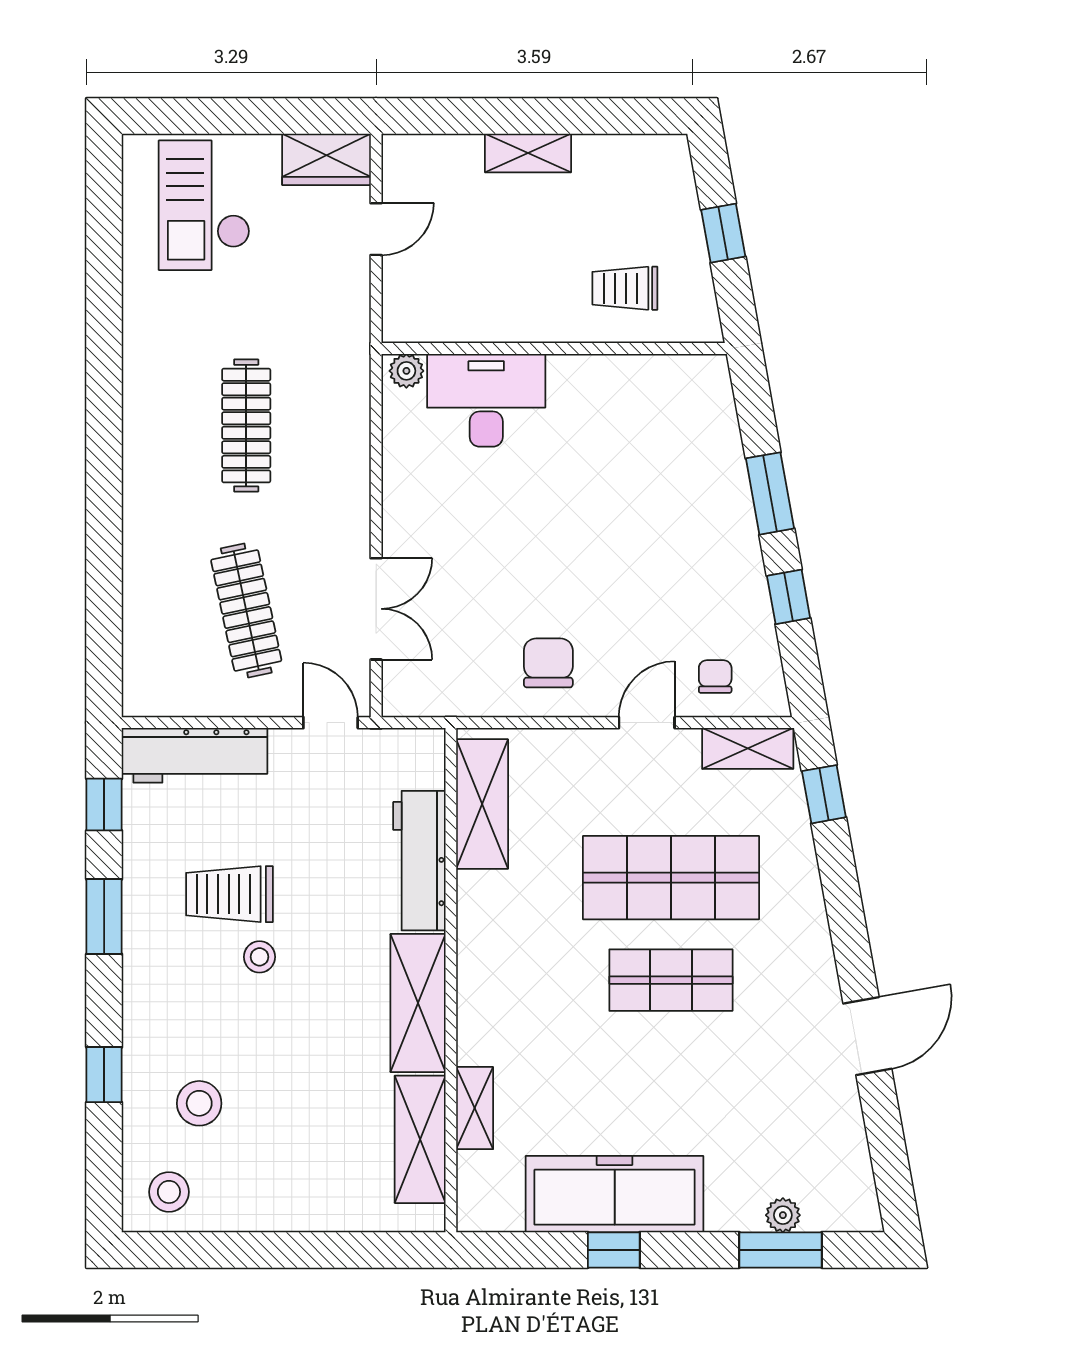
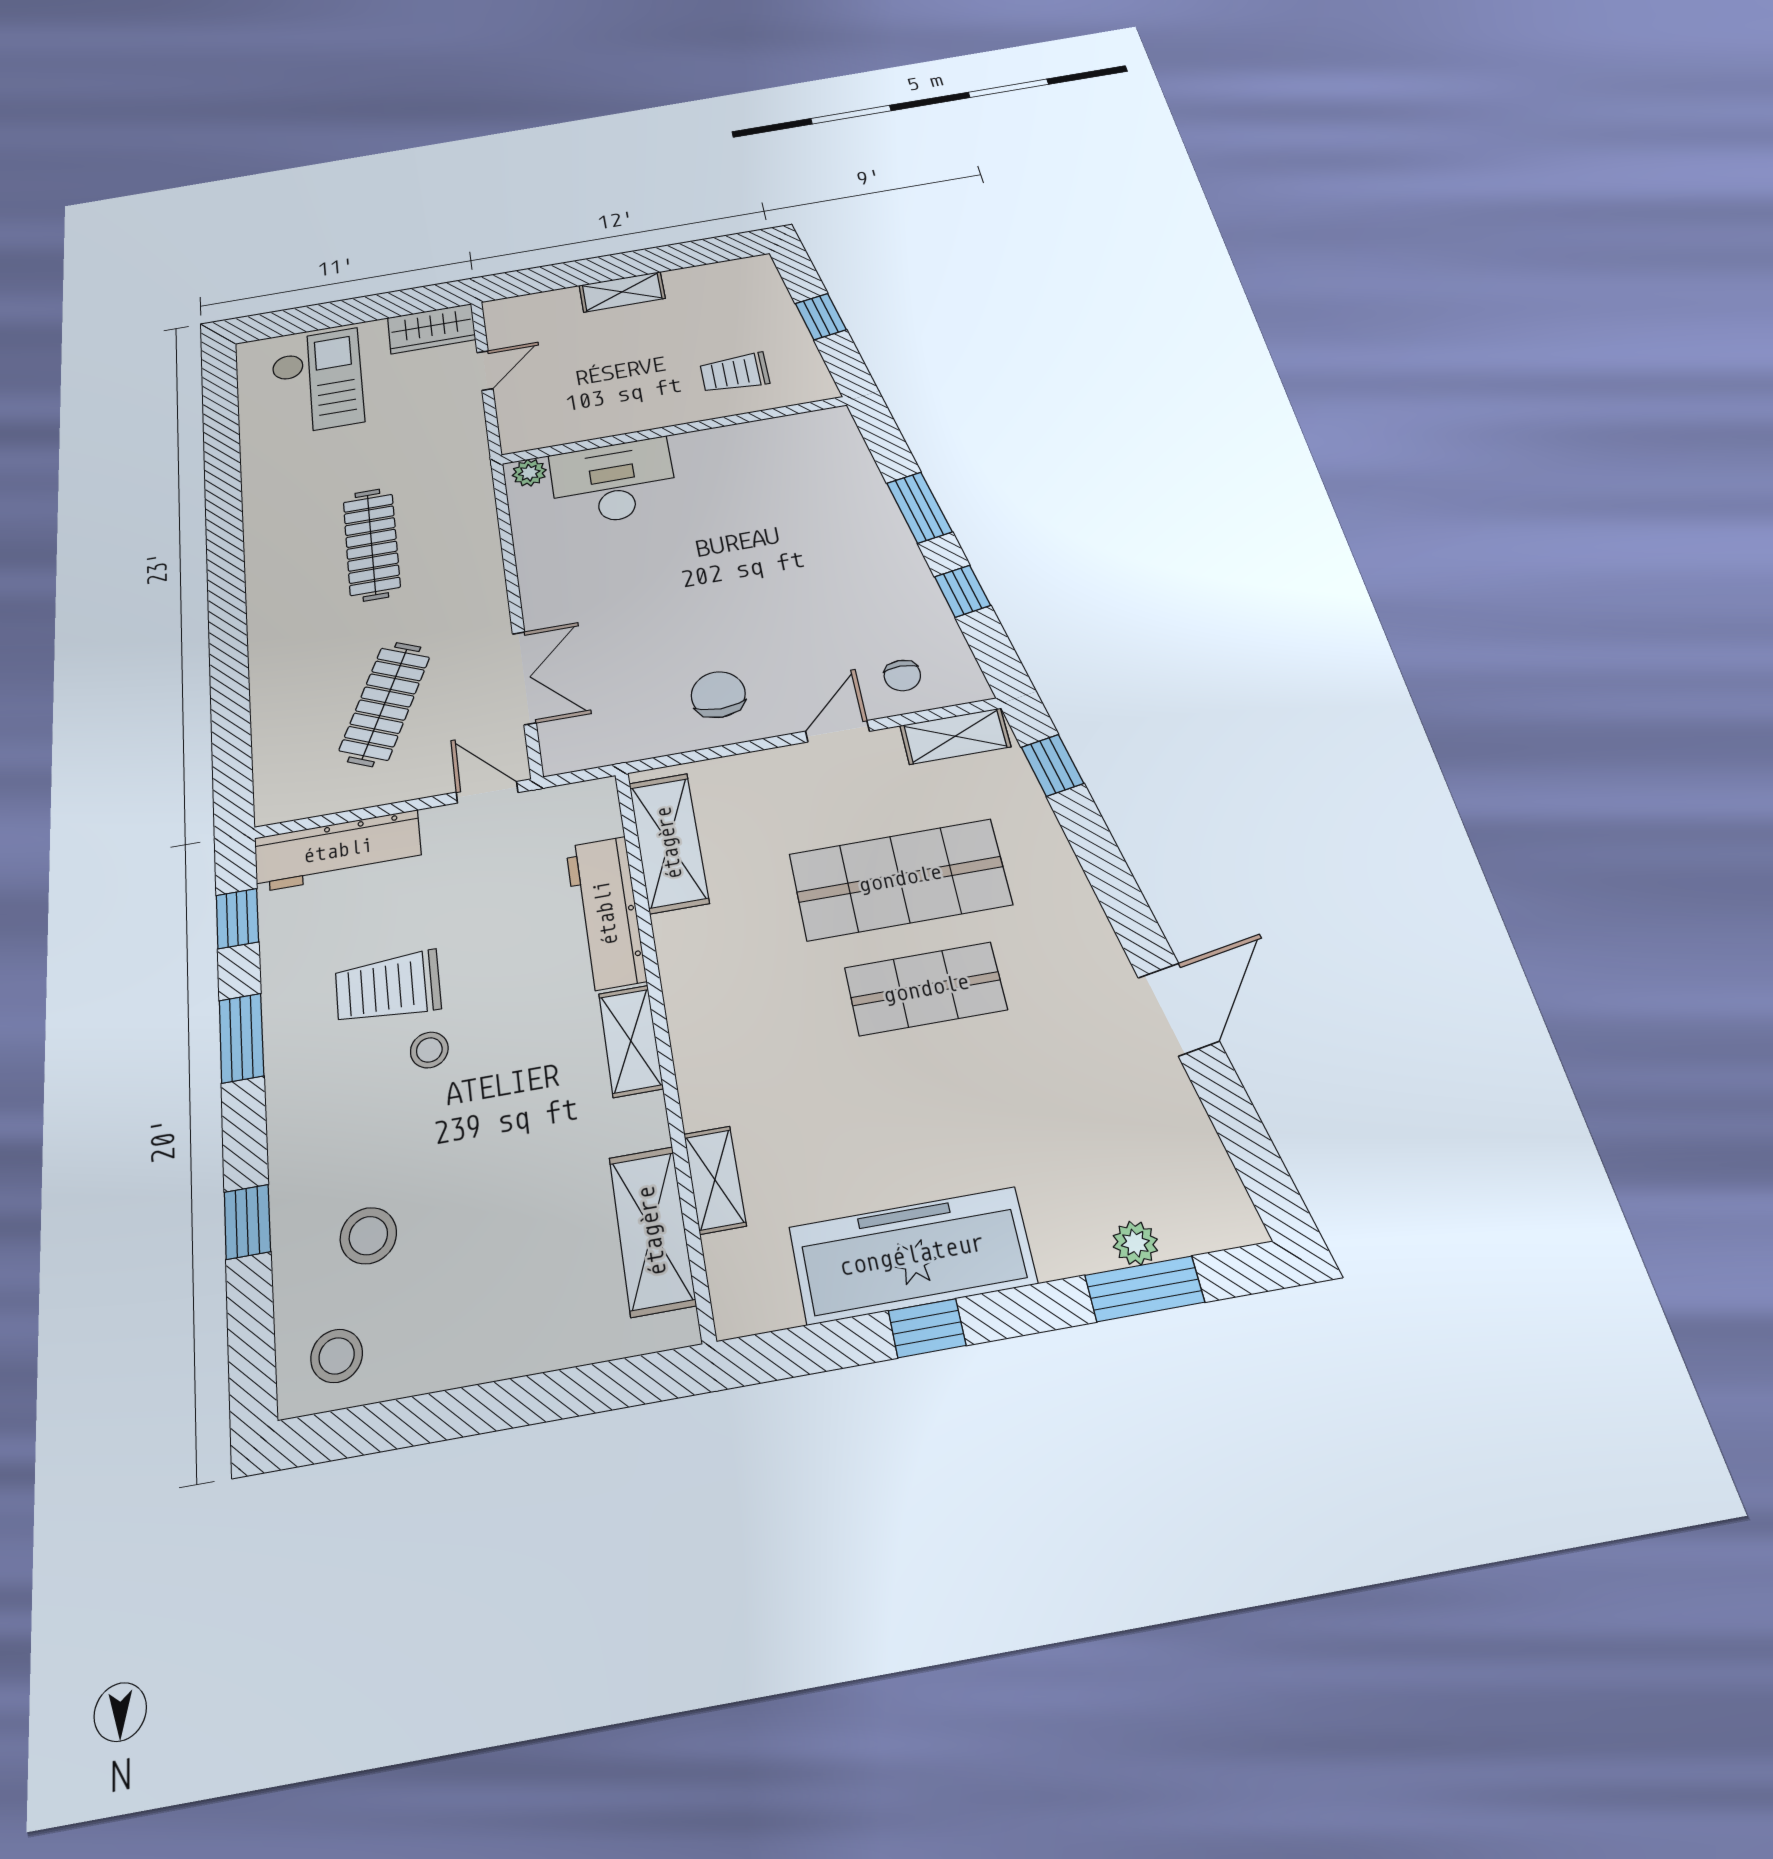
checkout: (204, 205) -> (317, 381), turned 180
clothes rail: (246, 610) -> (385, 704), turned 36
chair: (715, 677) -> (902, 676), turned 180
shelving: (418, 1003) -> (631, 1041), width x0.67, depth x0.75

